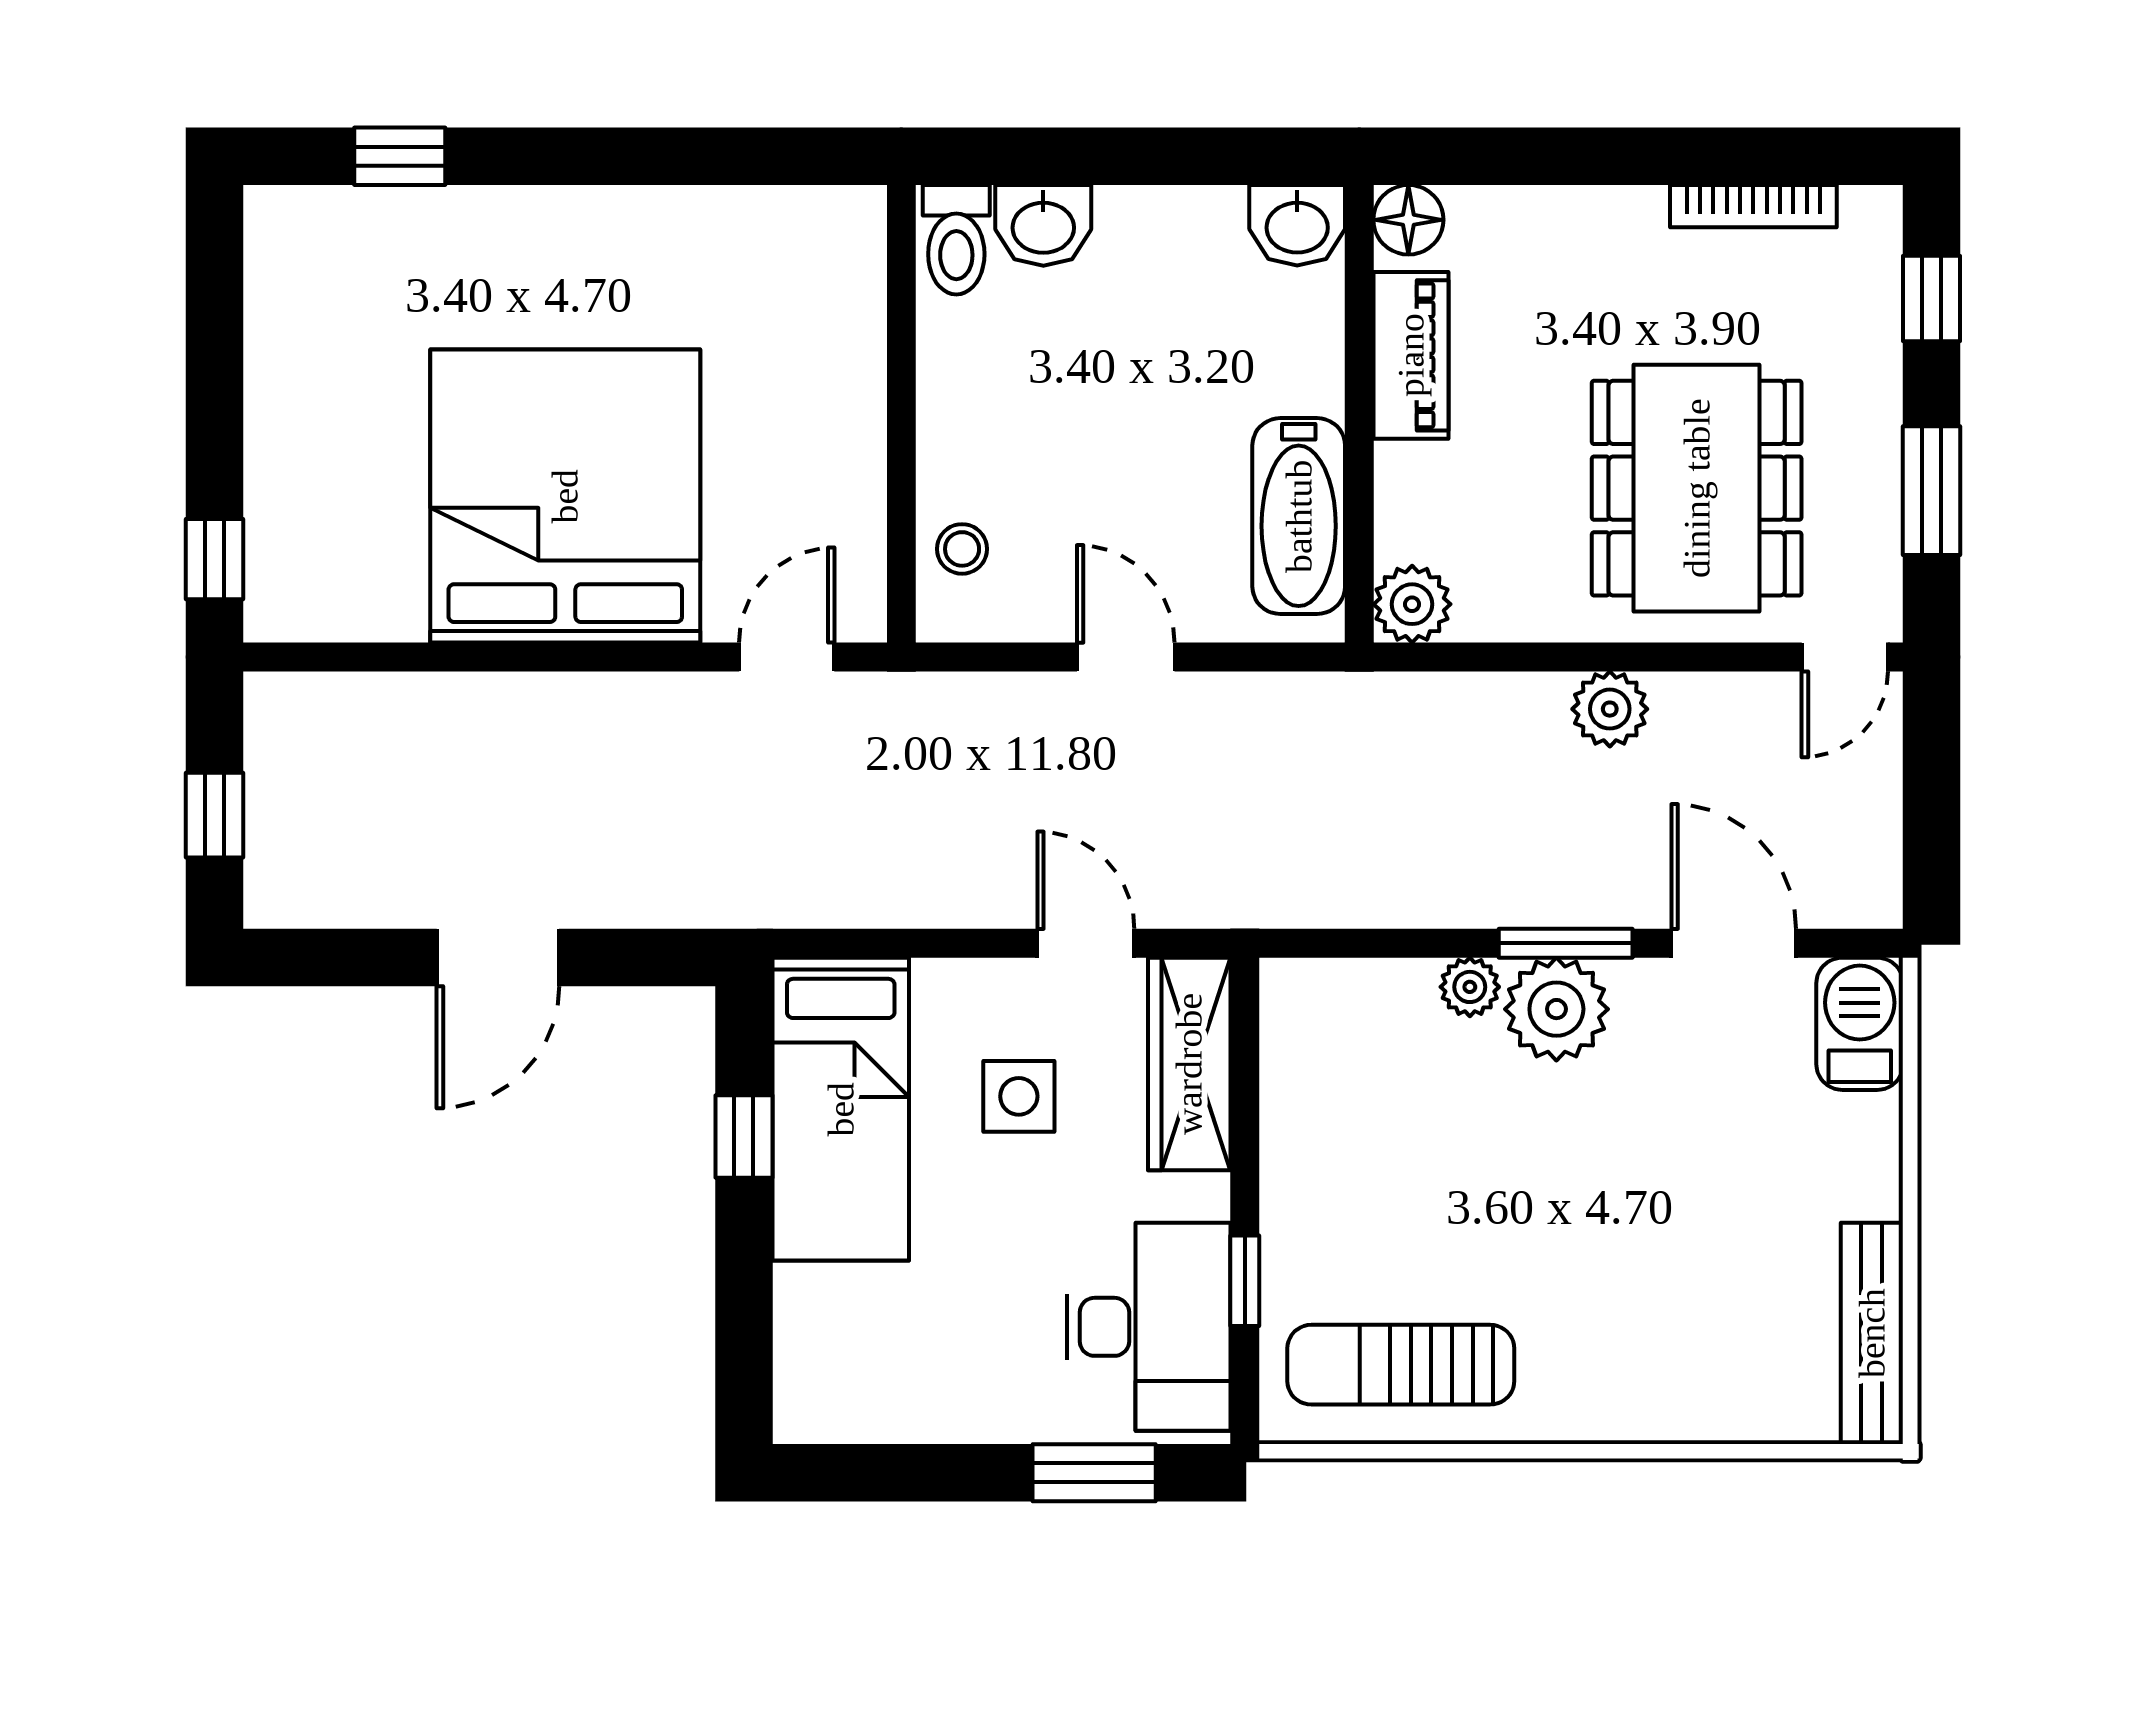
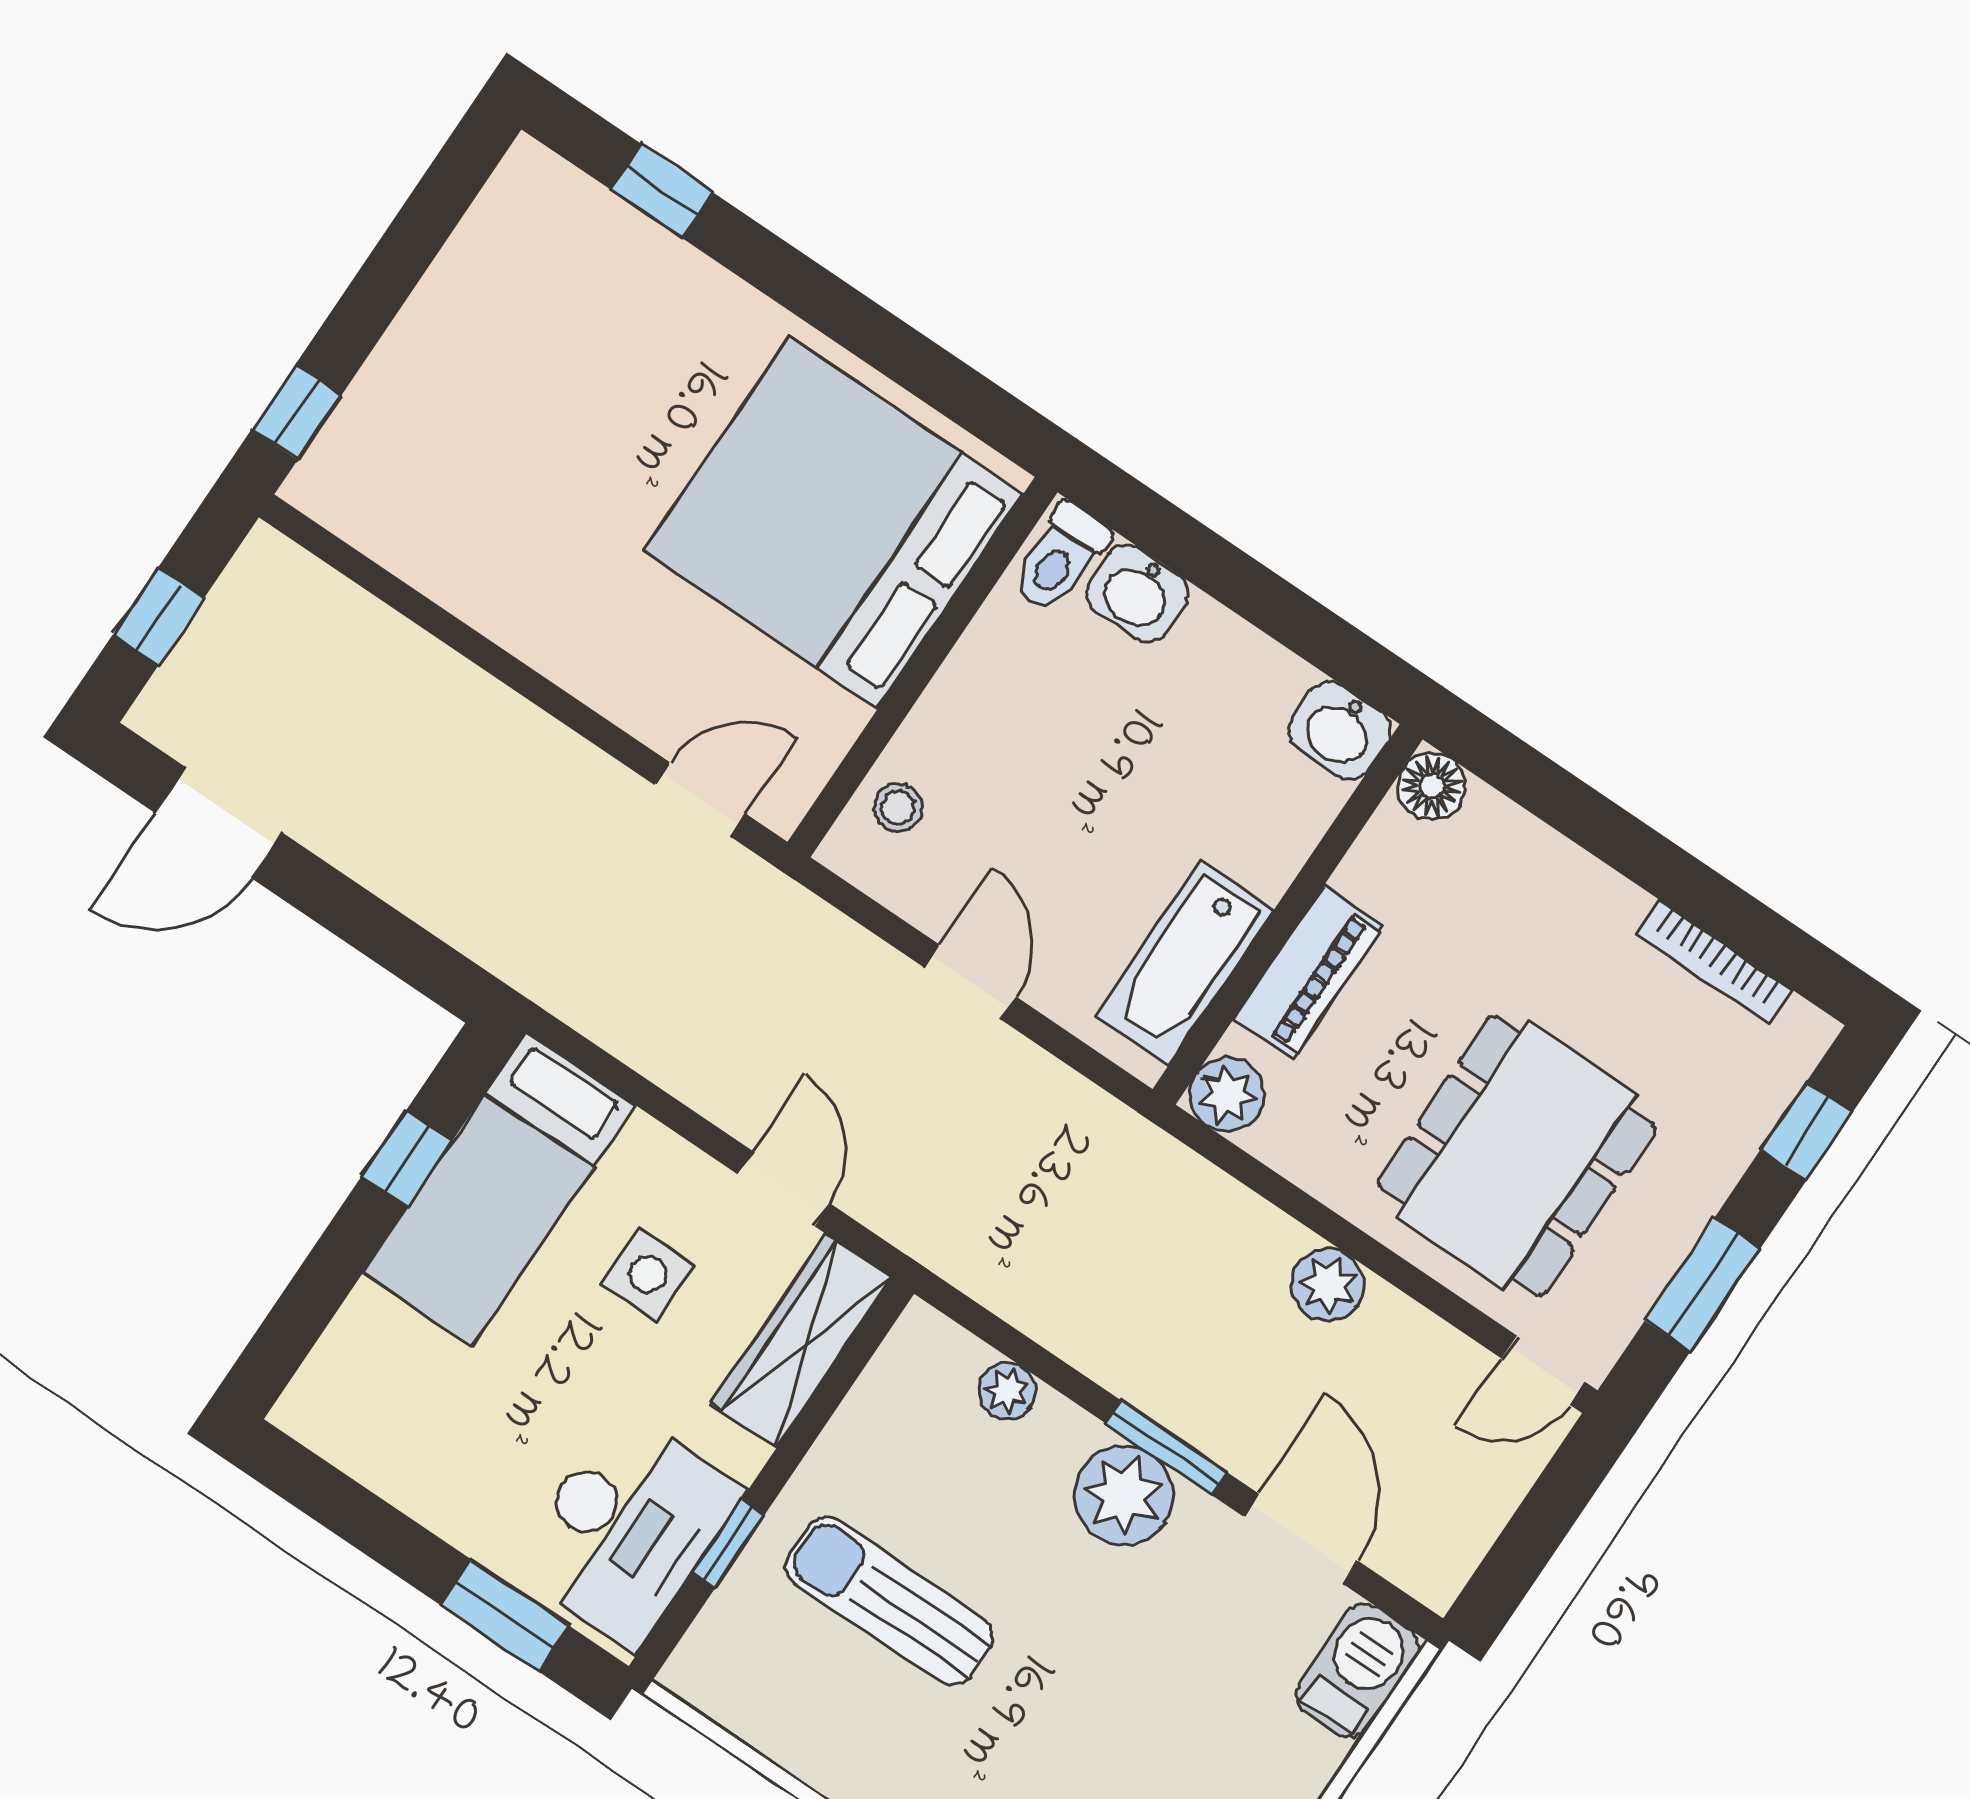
piano: (1411, 355) -> (1308, 972), moved
bed: (565, 496) -> (833, 522), moved, turned -90
door: (498, 958) -> (218, 822), moved
plant: (1470, 987) -> (1007, 1391), moved
sun lounger: (1401, 1365) -> (889, 1601), moved

